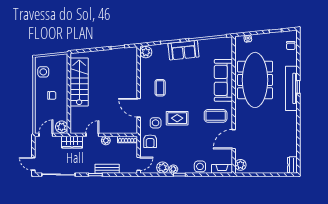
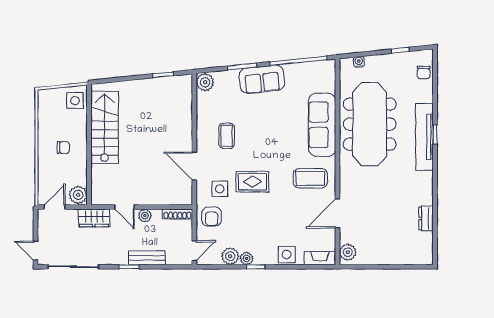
side table: (43, 72) -> (75, 101), moved
door: (92, 135) -> (124, 207), swing flipped
dresser: (292, 165) -> (426, 218), moved

